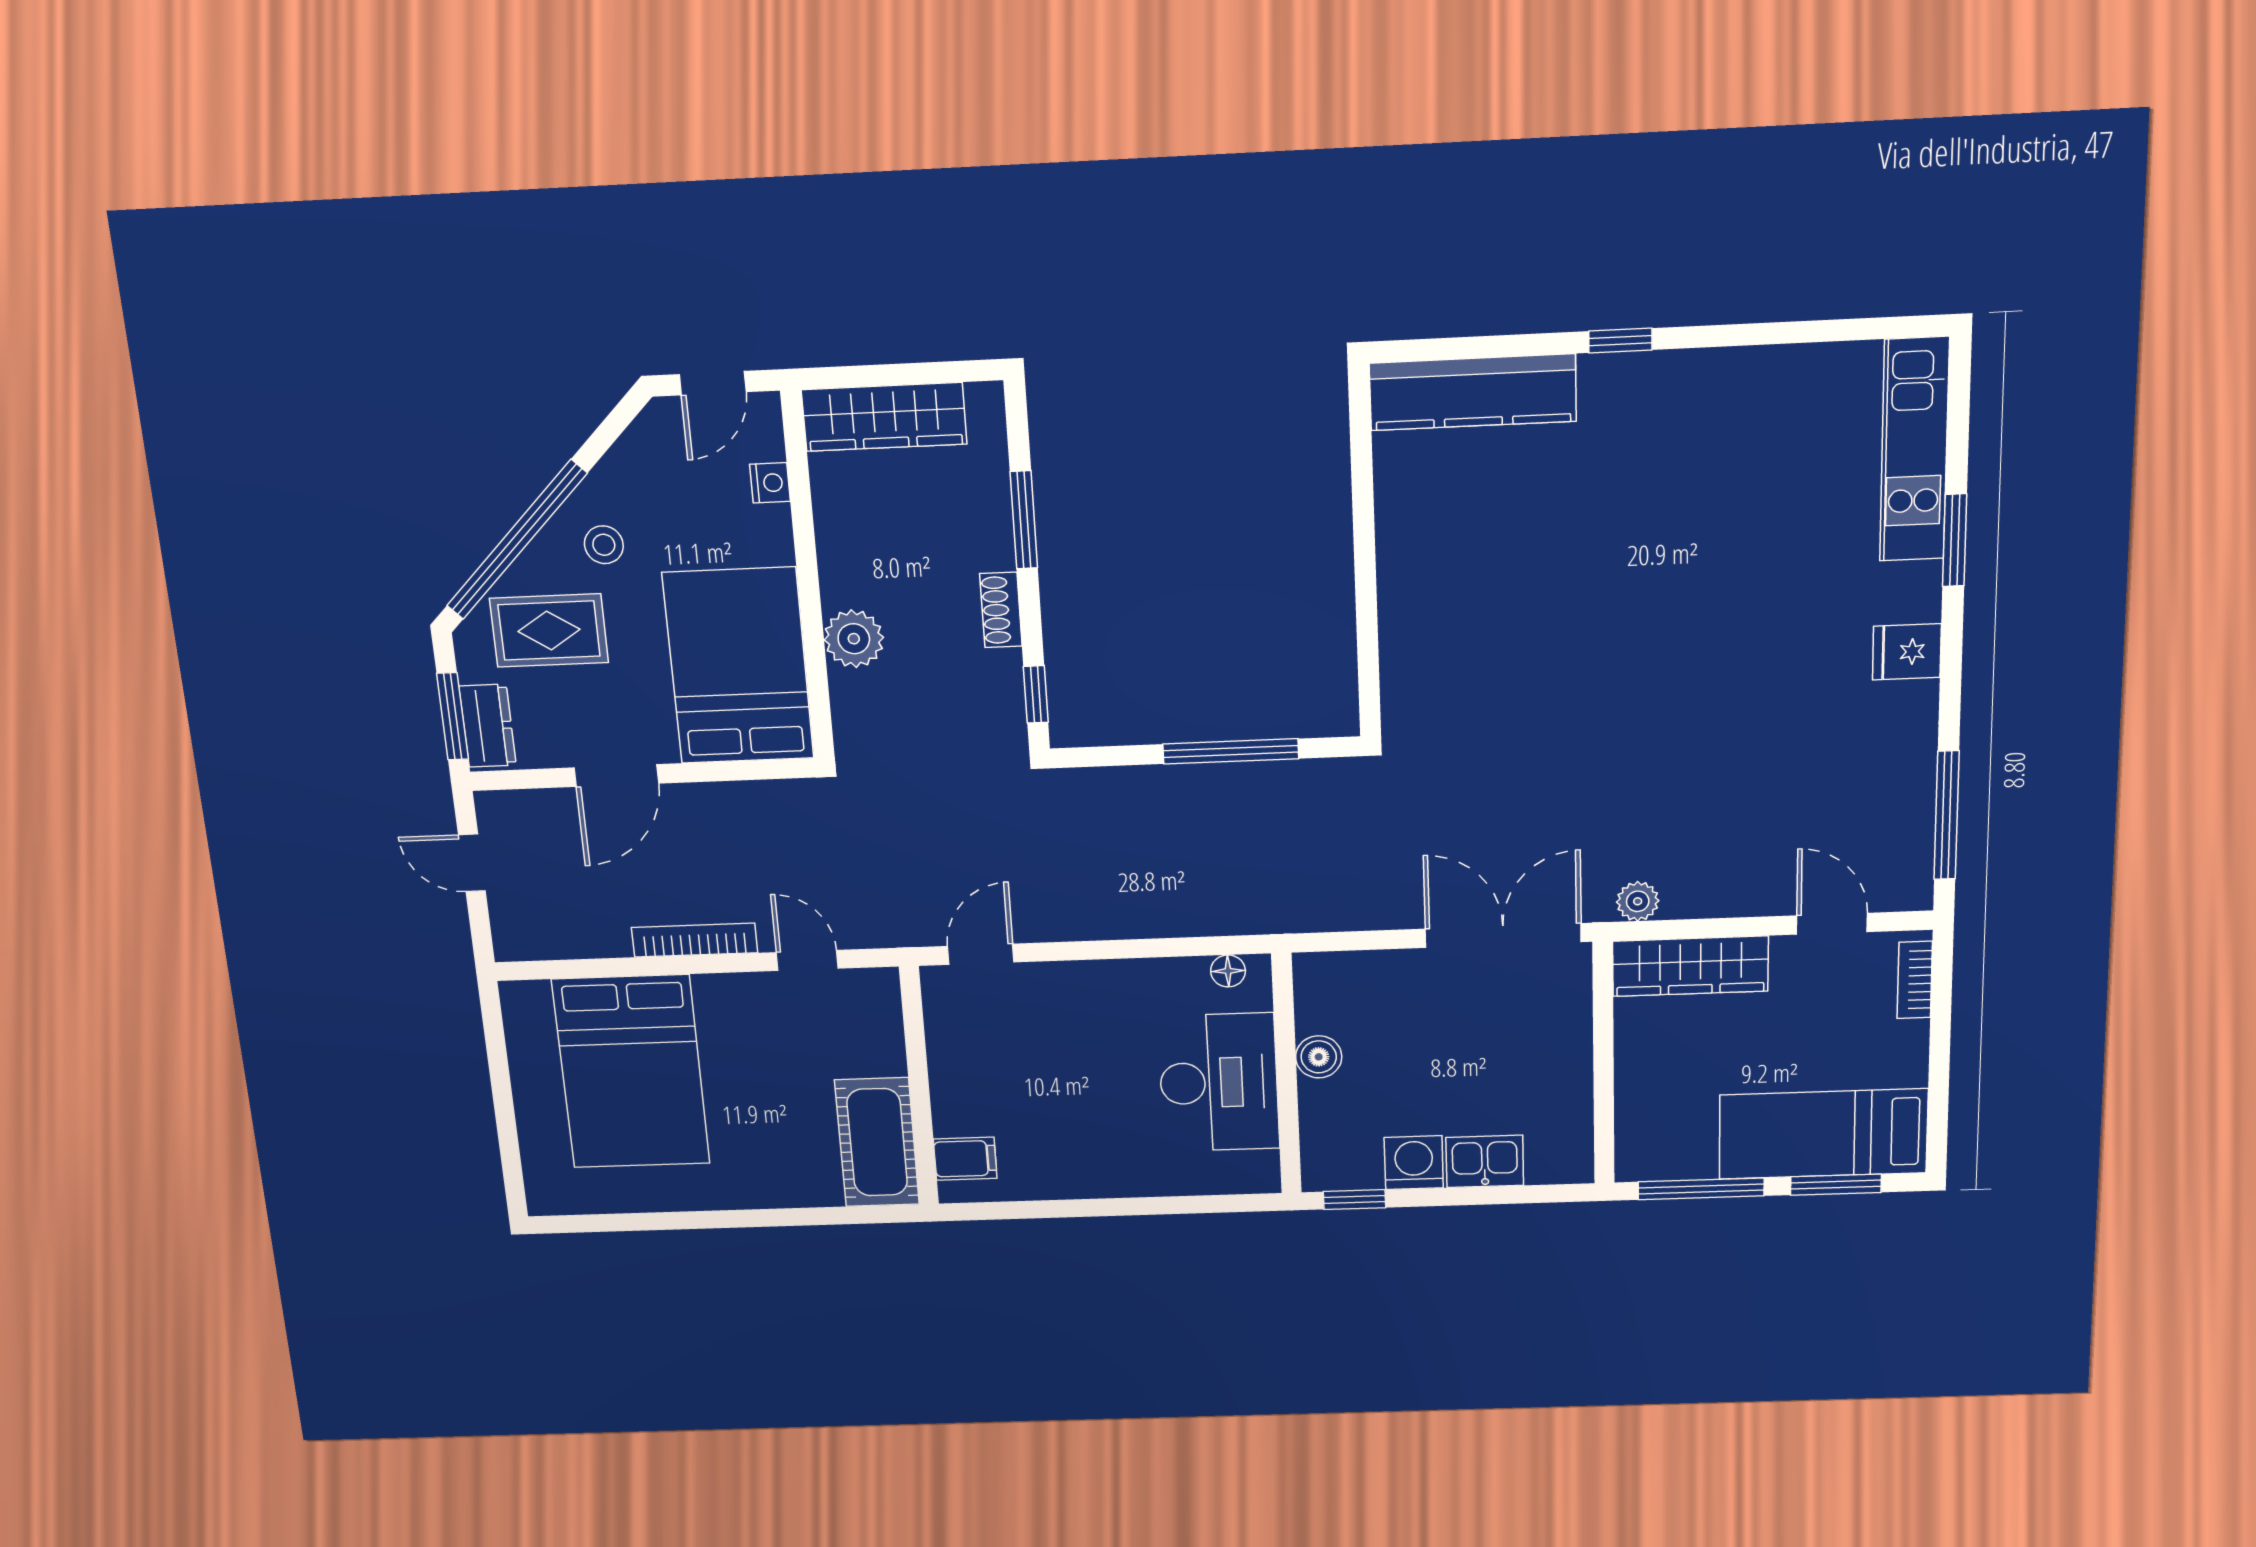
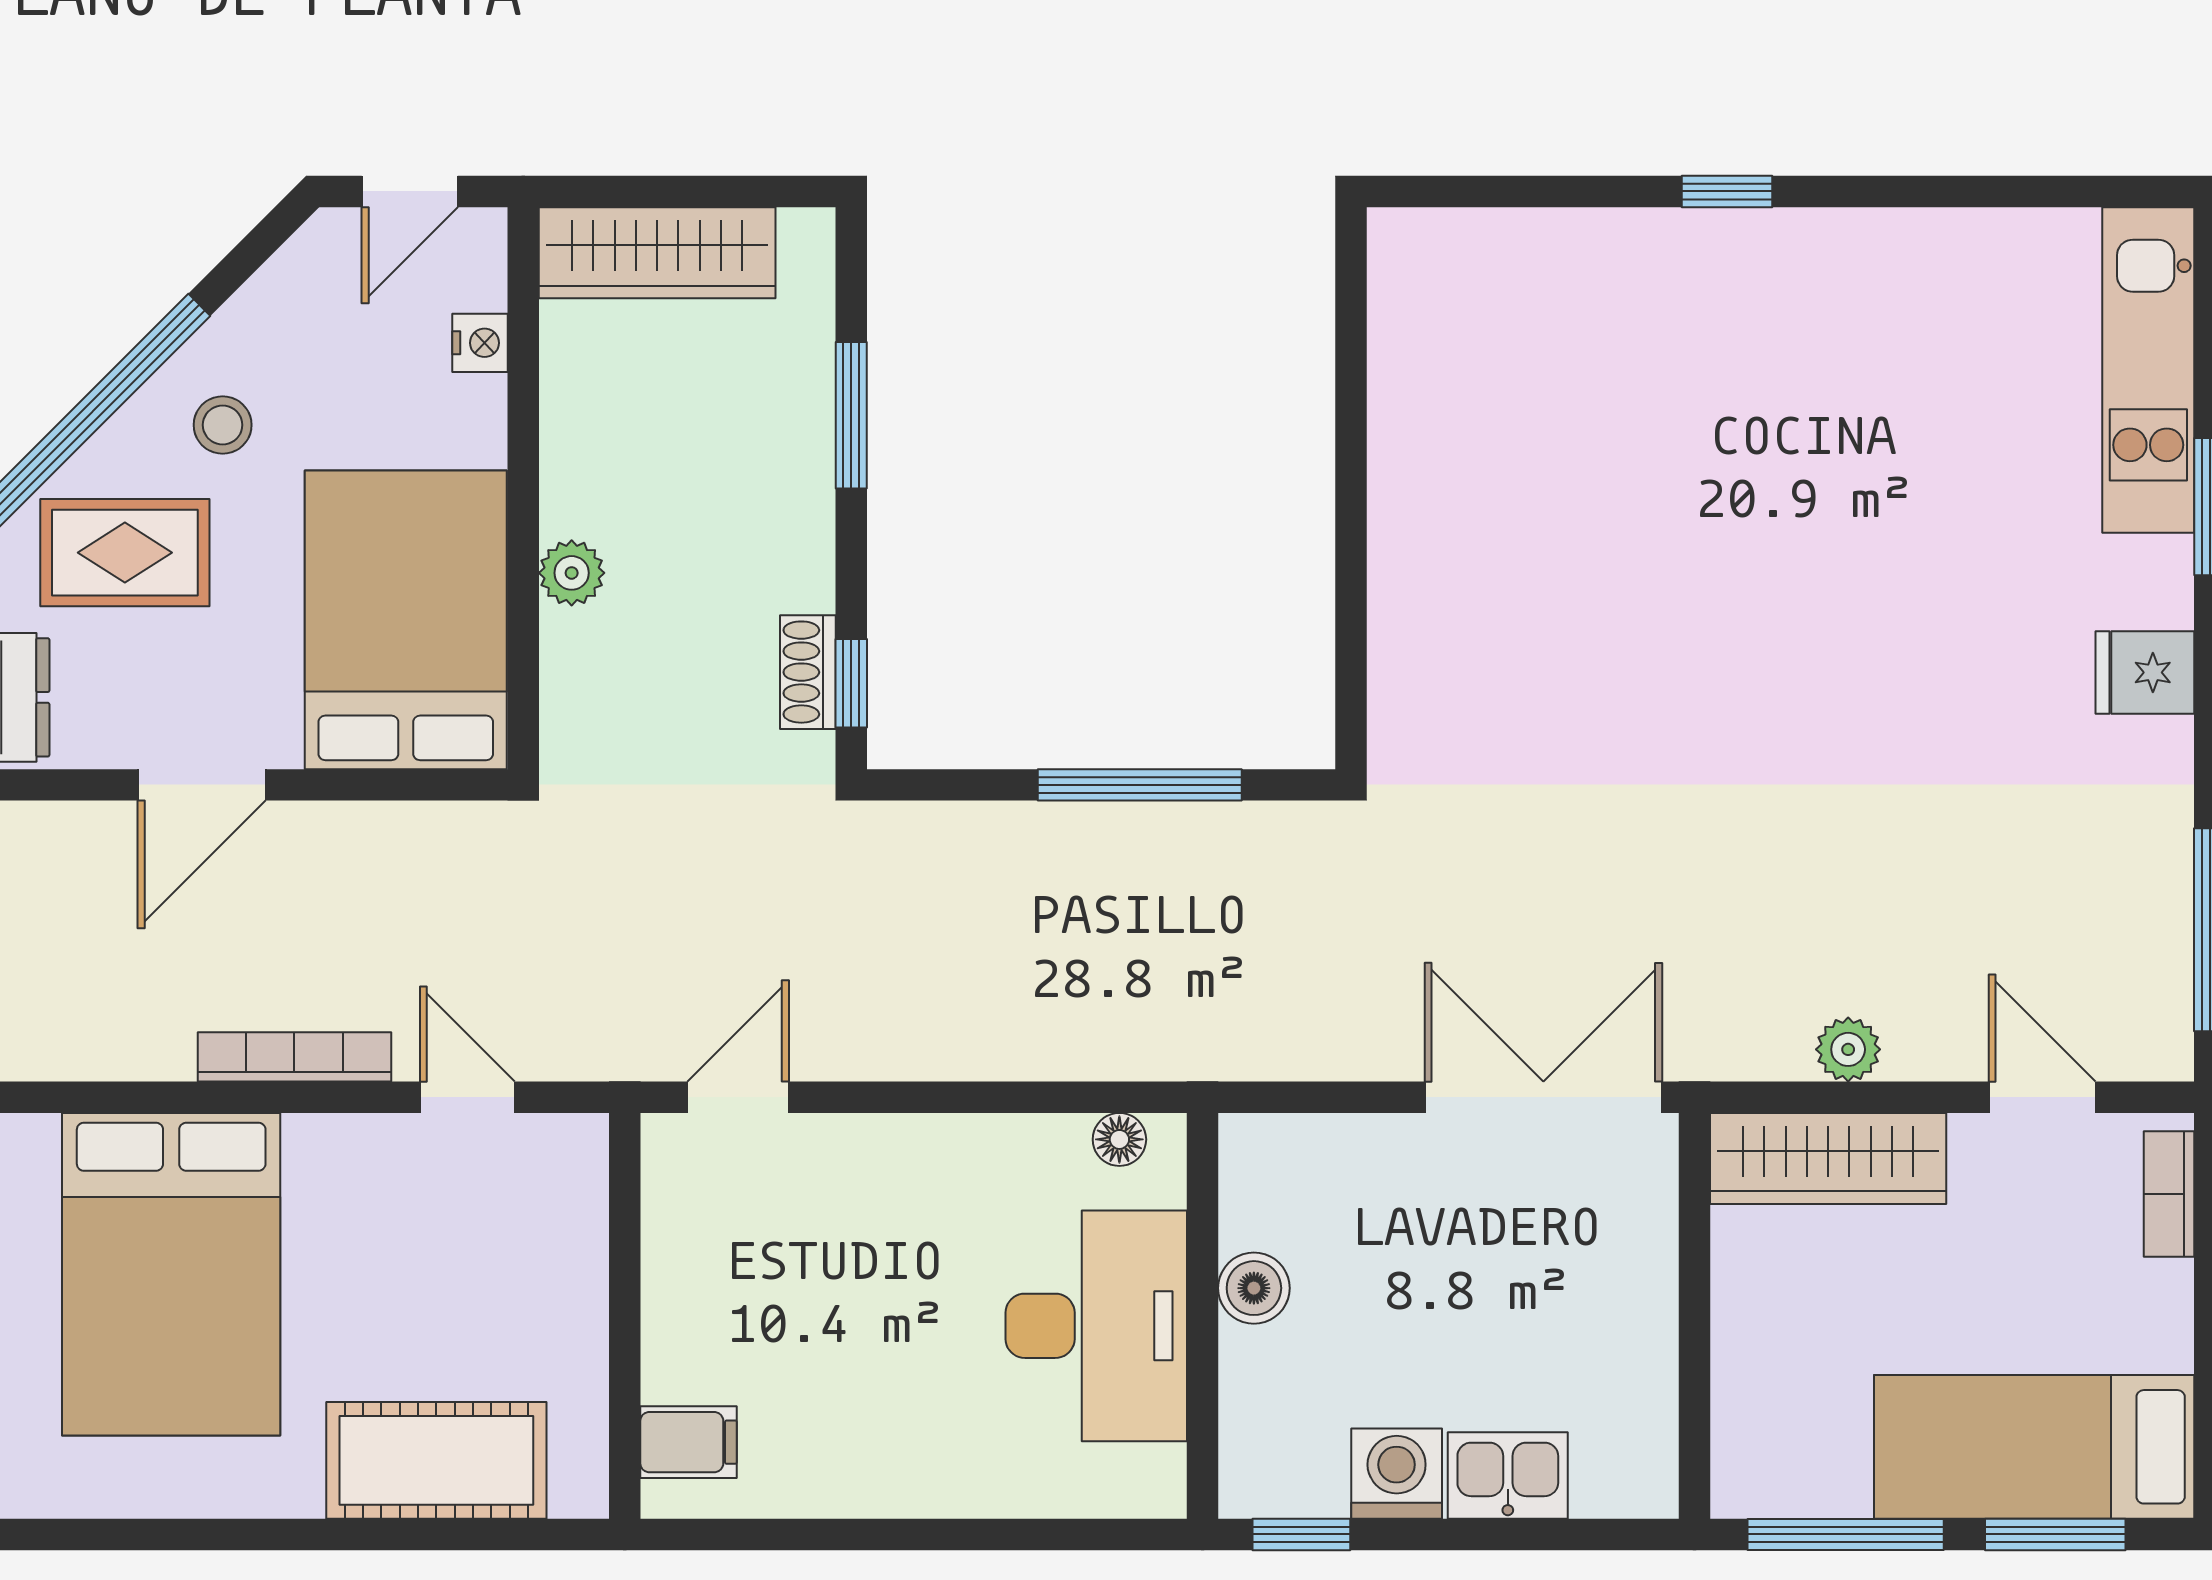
kitchen counter: (1473, 392) -> (1515, 256), removed
shoe rack: (1001, 610) -> (808, 672), moved
plant: (854, 639) -> (572, 573), width x0.73, depth x0.73
plant: (1638, 901) -> (1848, 1049), moved
cot: (877, 1142) -> (436, 1460), moved, turned 90

